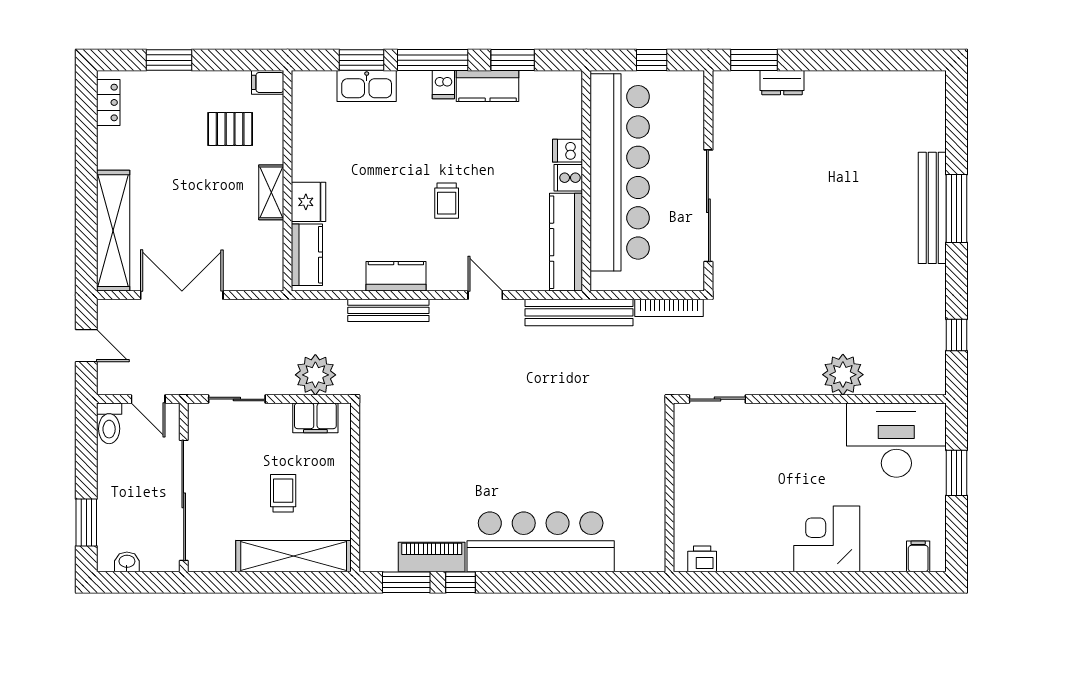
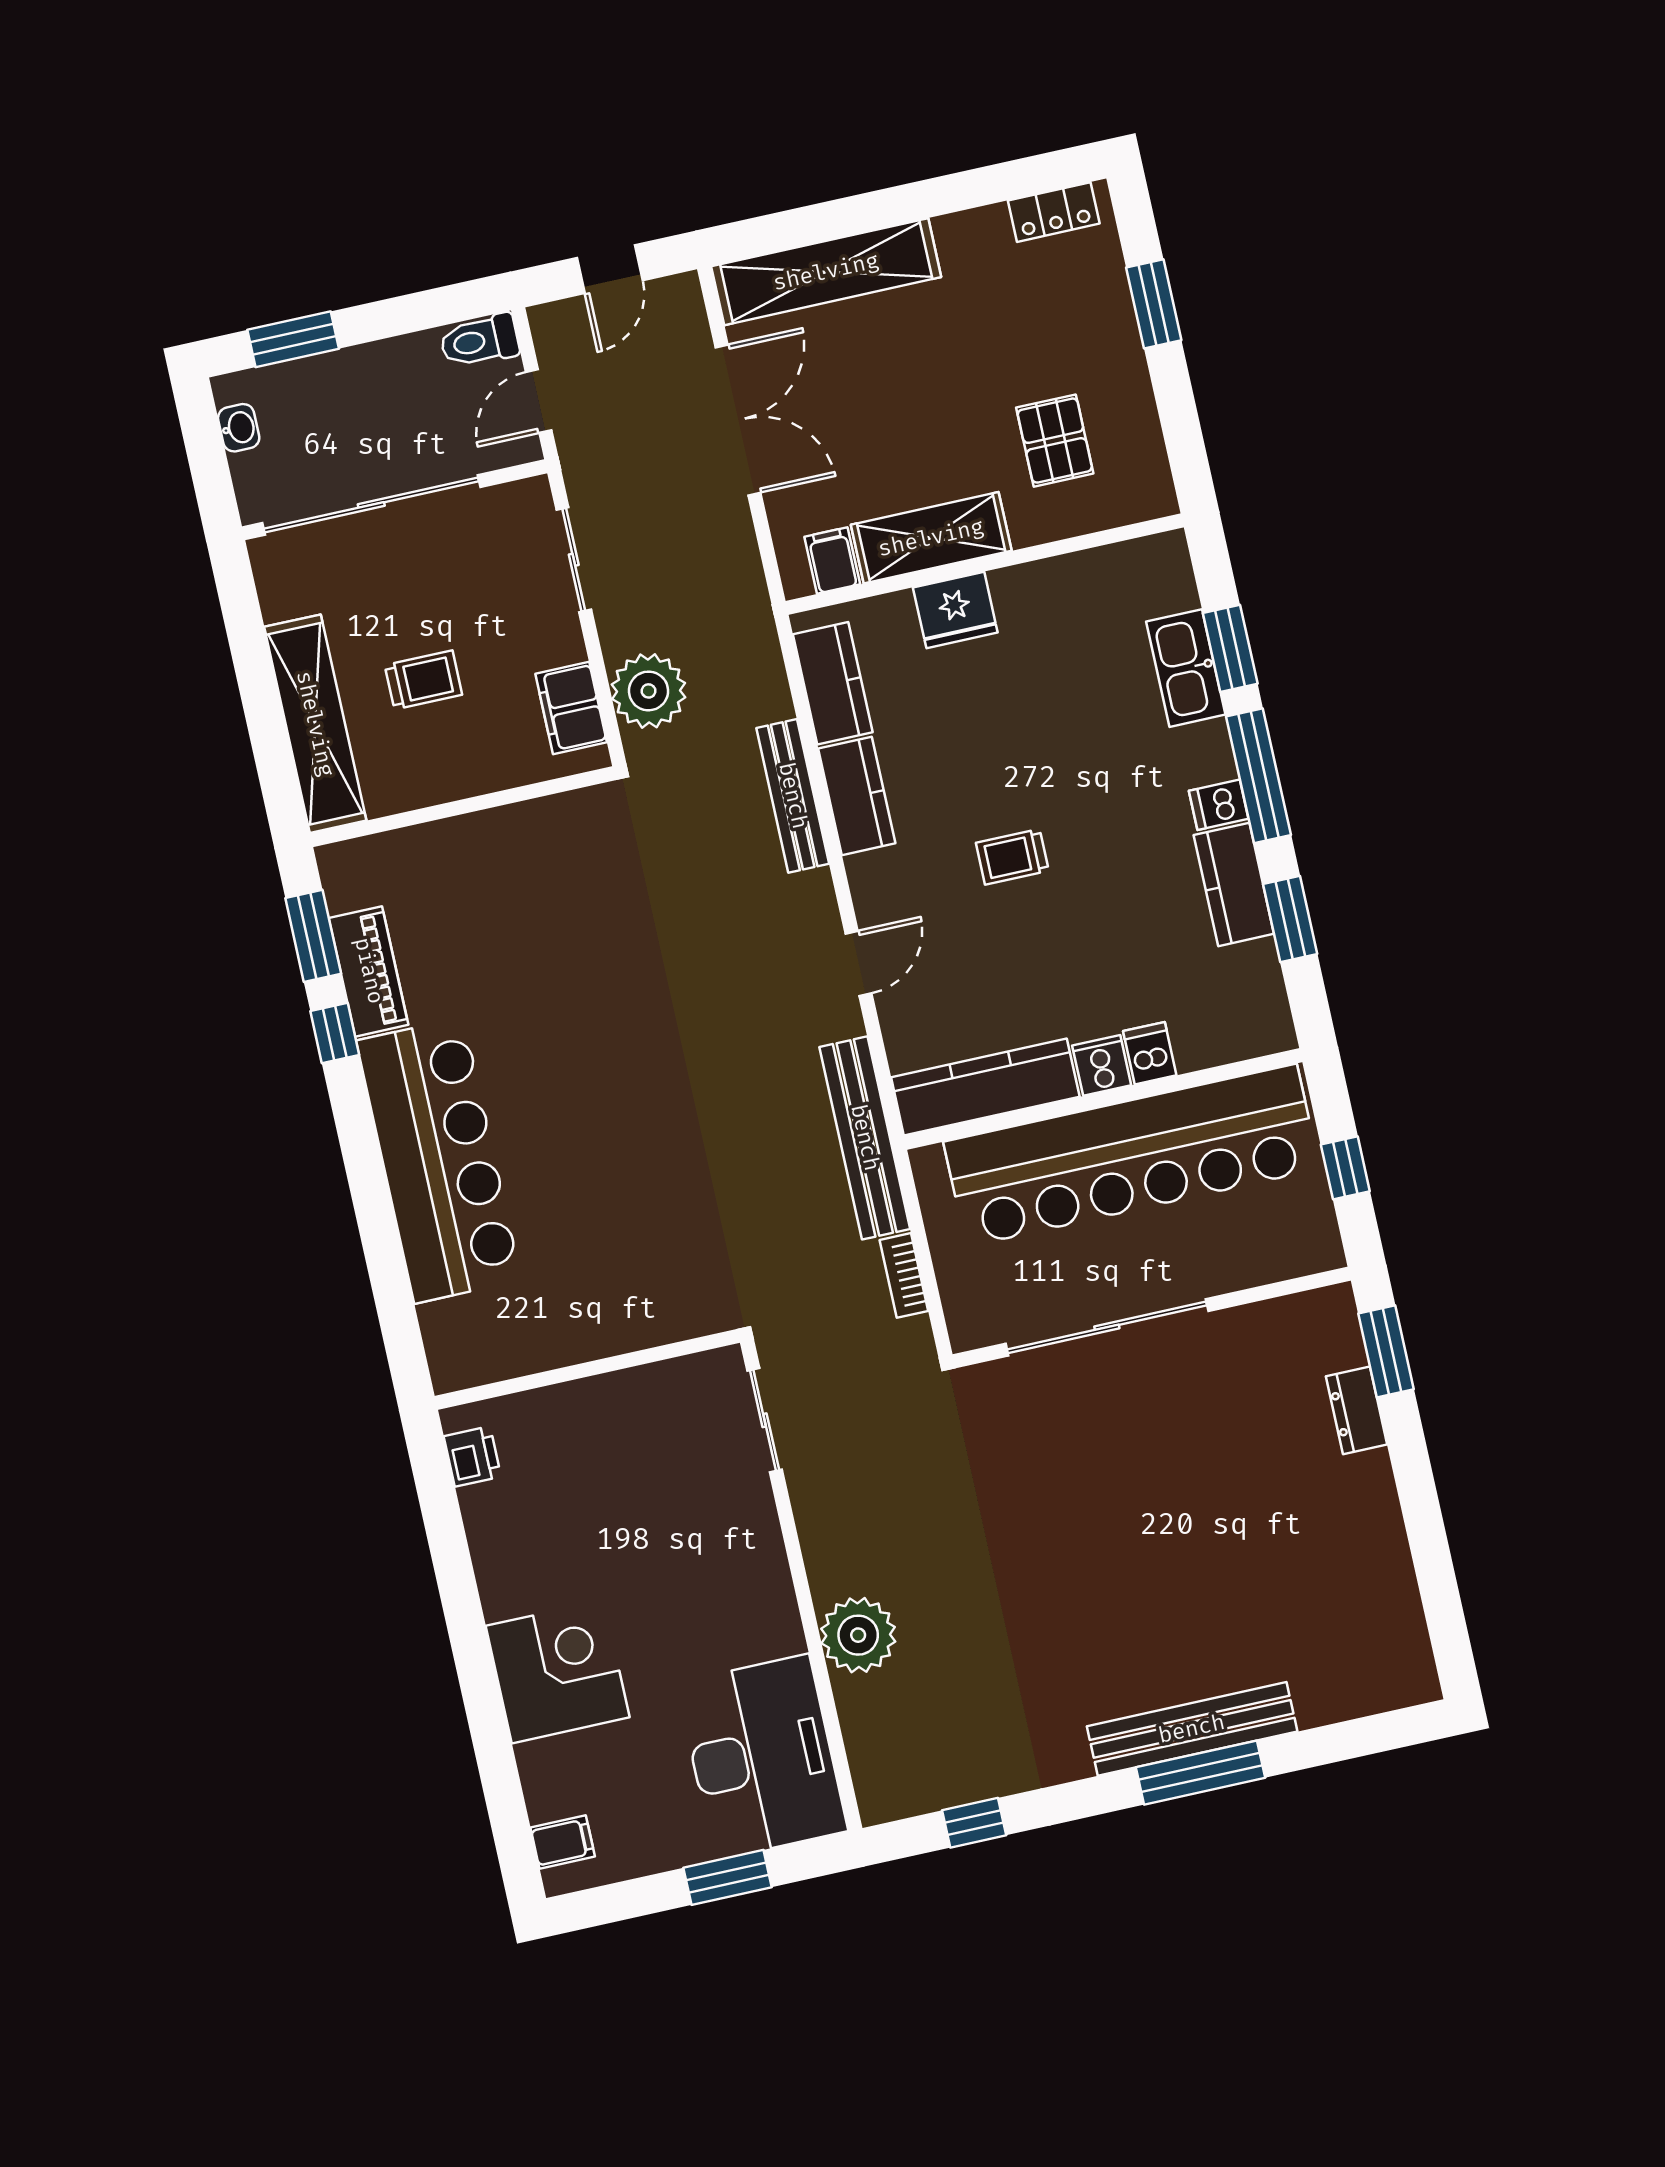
filing cabinet: (268, 82) -> (832, 560), moved
shelving: (271, 192) -> (931, 538), width x1.50, depth x1.33
kitchen counter: (307, 255) -> (833, 683), moved, turned -90
bookcase: (669, 308) -> (904, 1275), width x0.64

